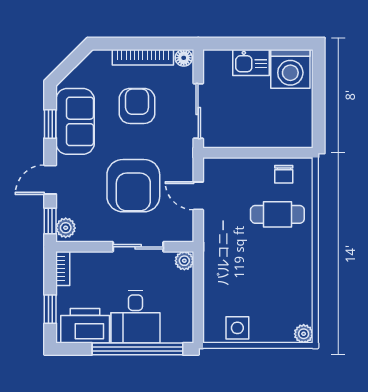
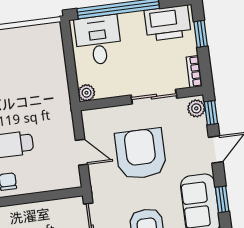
sliding door: (138, 247) -> (154, 97), moved
desk: (135, 317) -> (98, 40), moved
side table: (237, 328) -> (31, 39), removed

